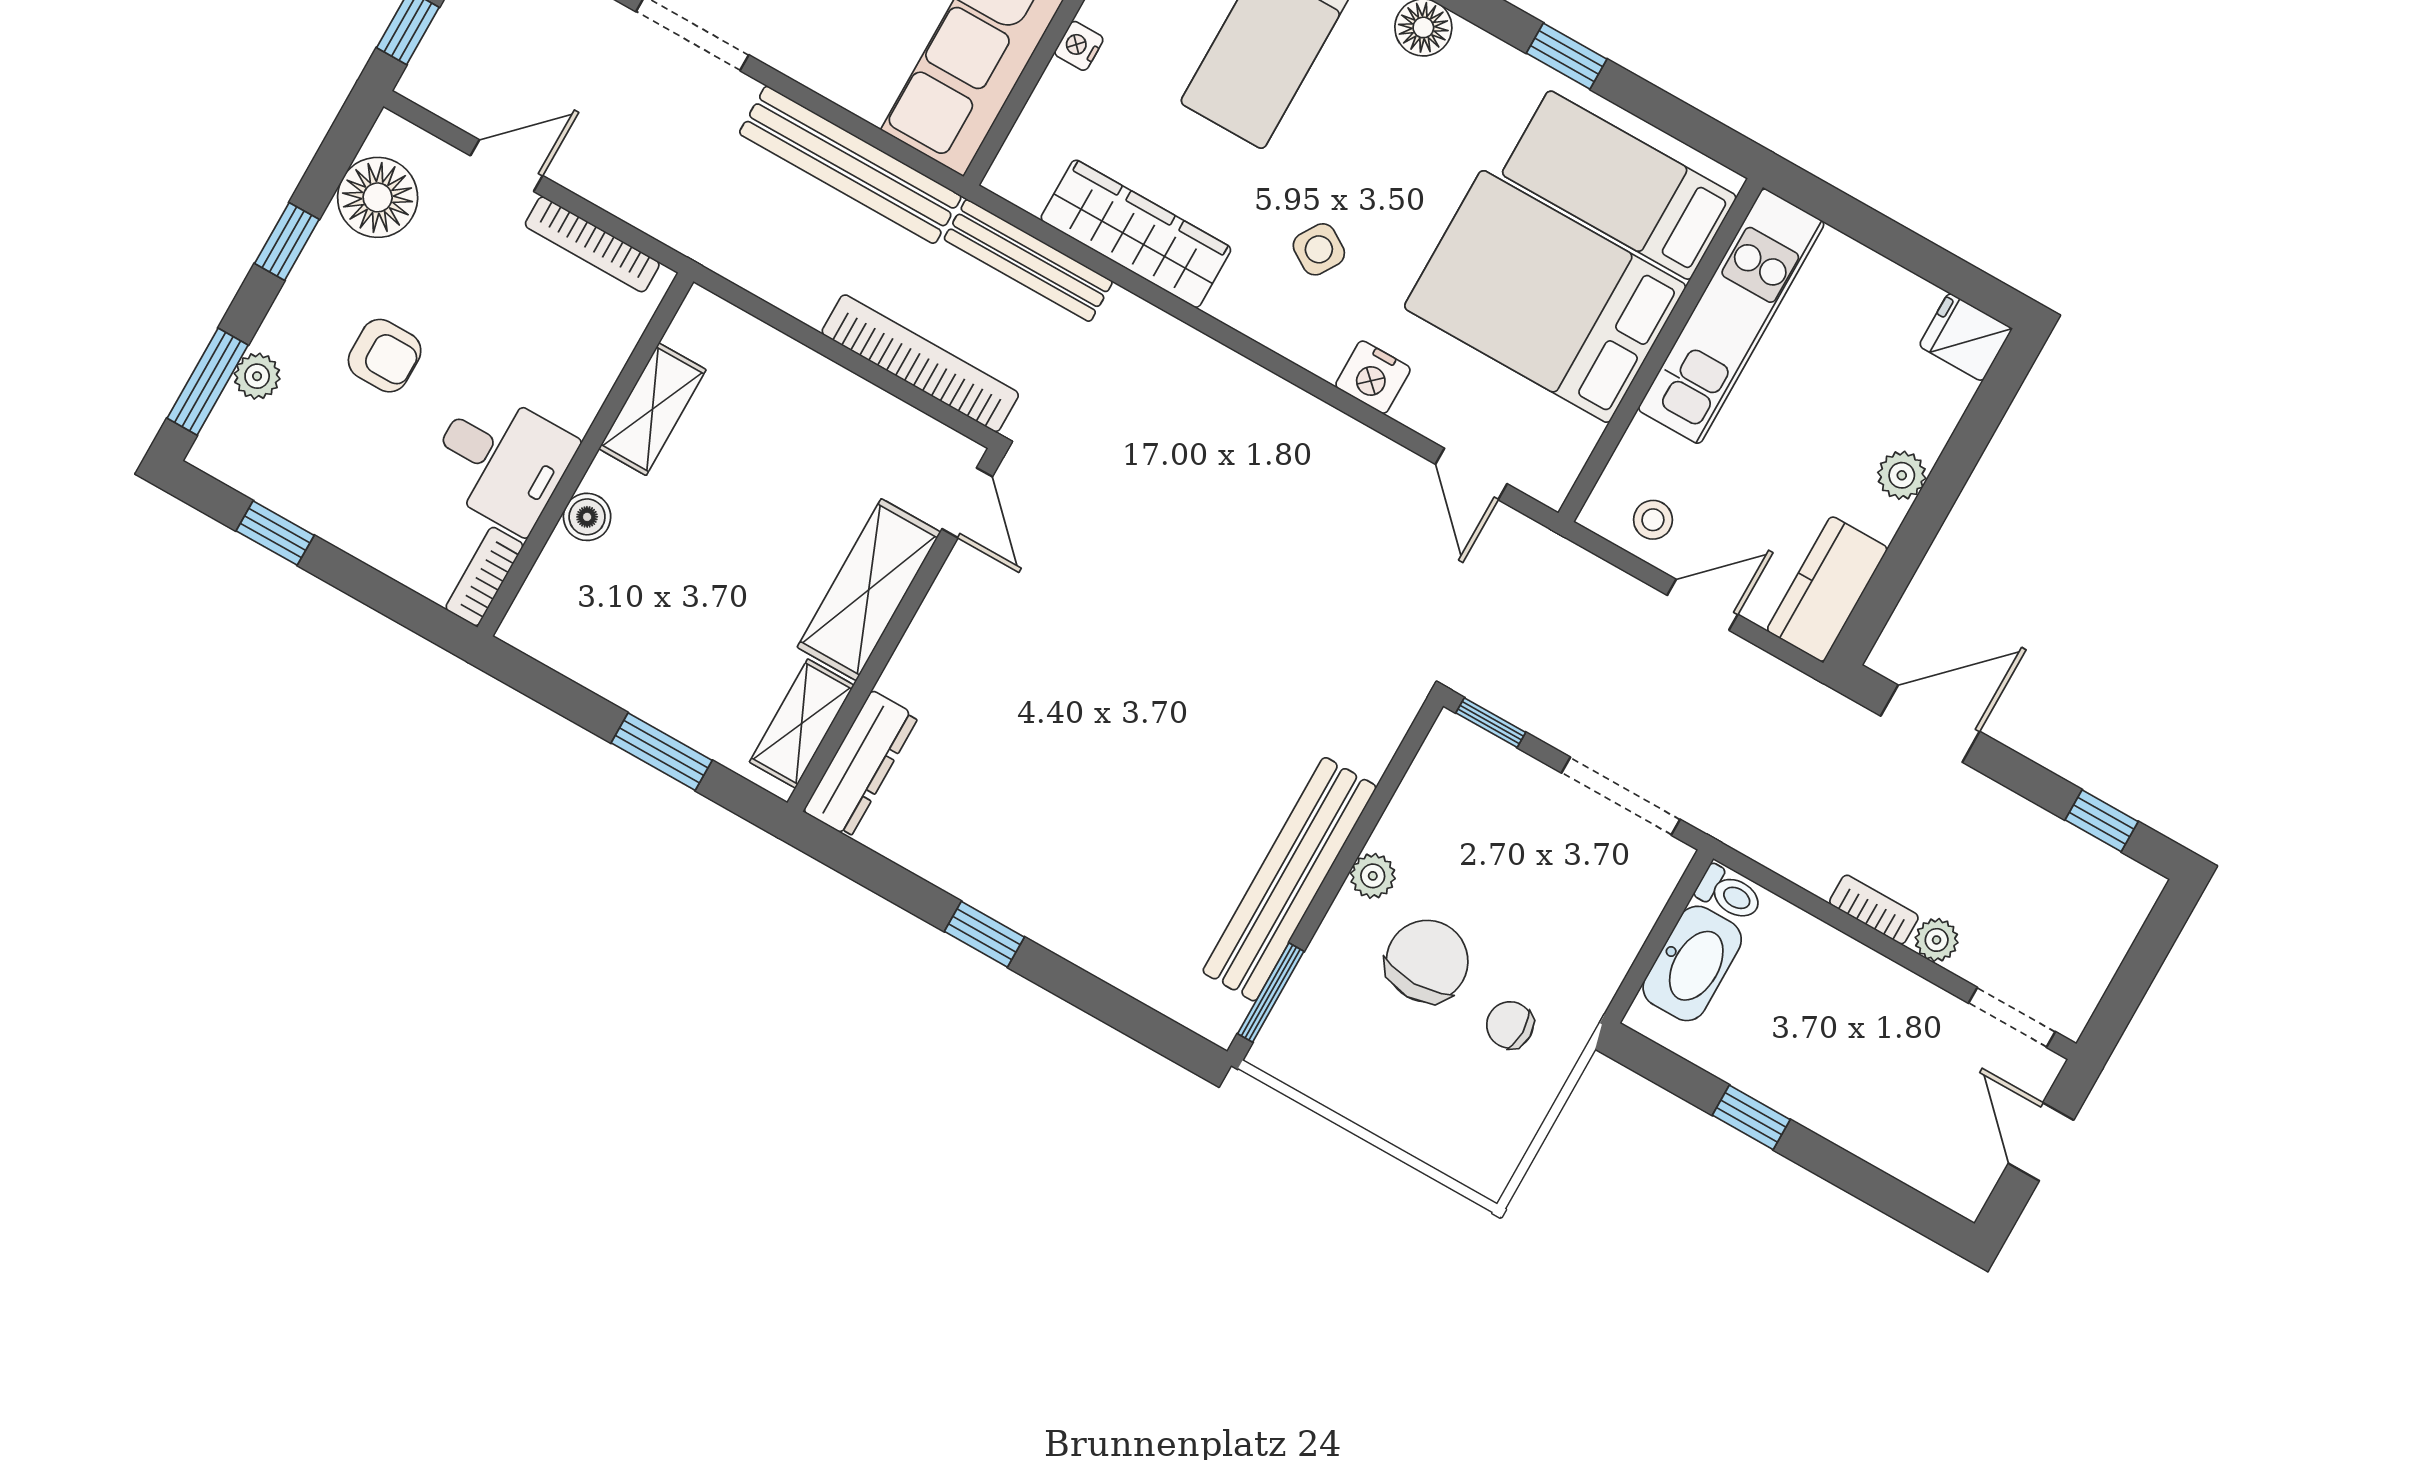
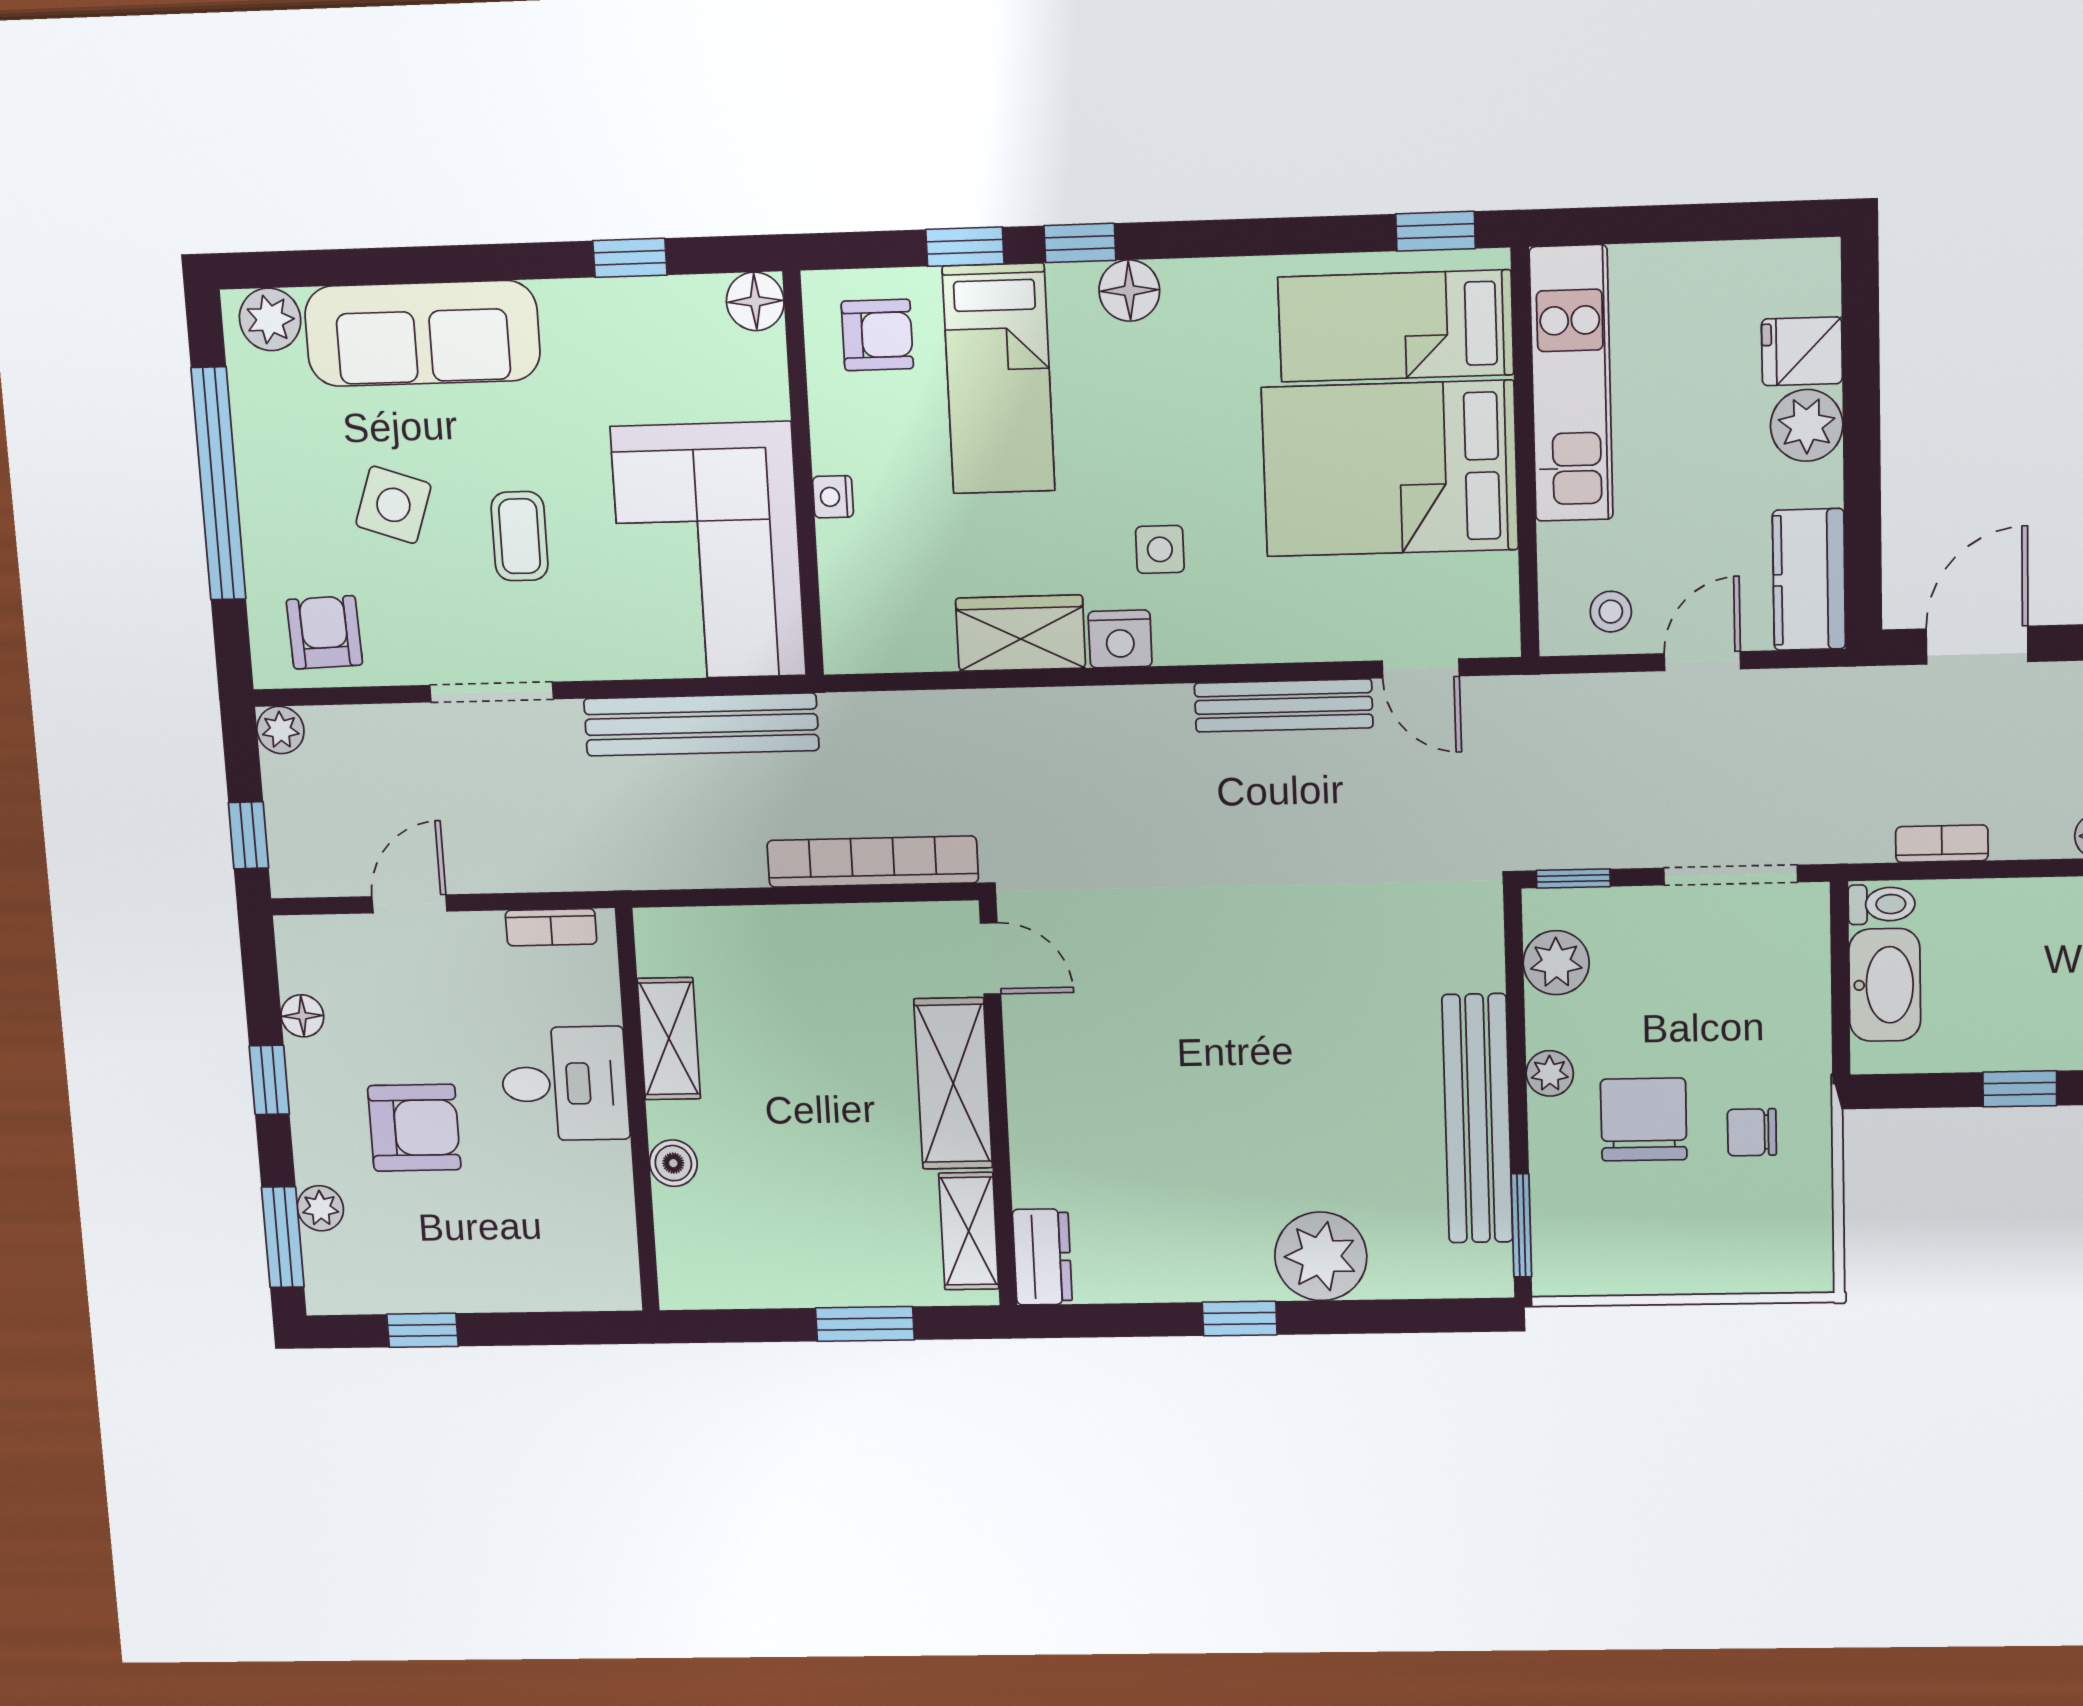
window: (1567, 56) -> (1435, 231), moved
floor lamp: (378, 197) -> (302, 1016), width x0.53, depth x0.53
wardrobe: (1136, 234) -> (1021, 633), width x0.67
bookcase: (592, 244) -> (551, 927), width x0.64
side table: (1319, 249) -> (1160, 549), turned -32
bench: (1028, 260) -> (1284, 705), moved
fridge: (1965, 337) -> (1802, 351), moved
armchair: (385, 356) -> (414, 1128), width x1.38, depth x1.38
nightstand: (1373, 377) -> (1120, 639), moved
desk: (501, 460) -> (565, 1084), moved
plant: (1902, 475) -> (1807, 425), width x1.38, depth x1.38
bookcase: (484, 577) -> (620, 1264), removed
dresser: (861, 764) -> (1042, 1257), width x0.70
plant: (1434, 785) -> (1556, 963), added
bookcase: (1874, 910) -> (1942, 844), moved
plant: (1086, 920) -> (1321, 1256), added

